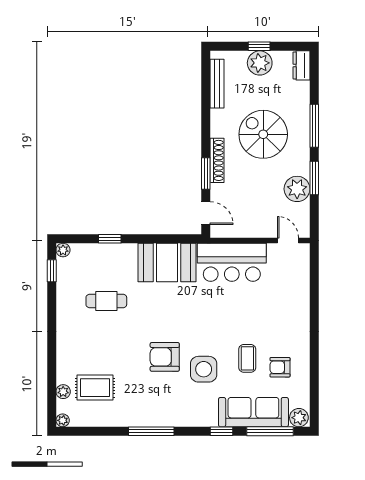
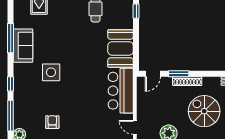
spiral stairs: (263, 134) -> (204, 111), turned -90
door: (288, 241) -> (135, 127), swing flipped
armchair: (165, 357) -> (59, 47), removed
coffee table: (247, 358) -> (58, 101), removed
sofa: (253, 412) -> (23, 46), moved, width x0.73

